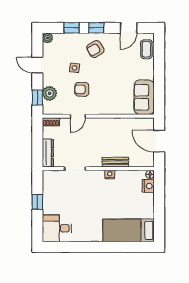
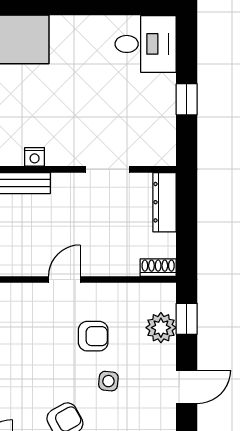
door: (37, 65) -> (187, 387), hinge flipped
door: (78, 116) -> (64, 280), moved

